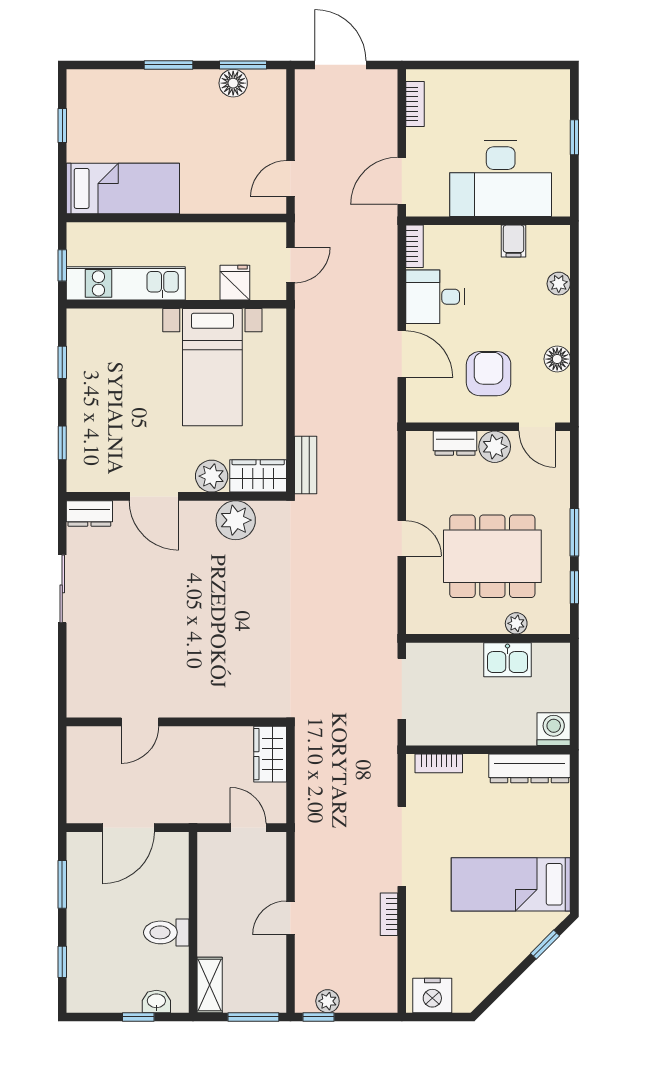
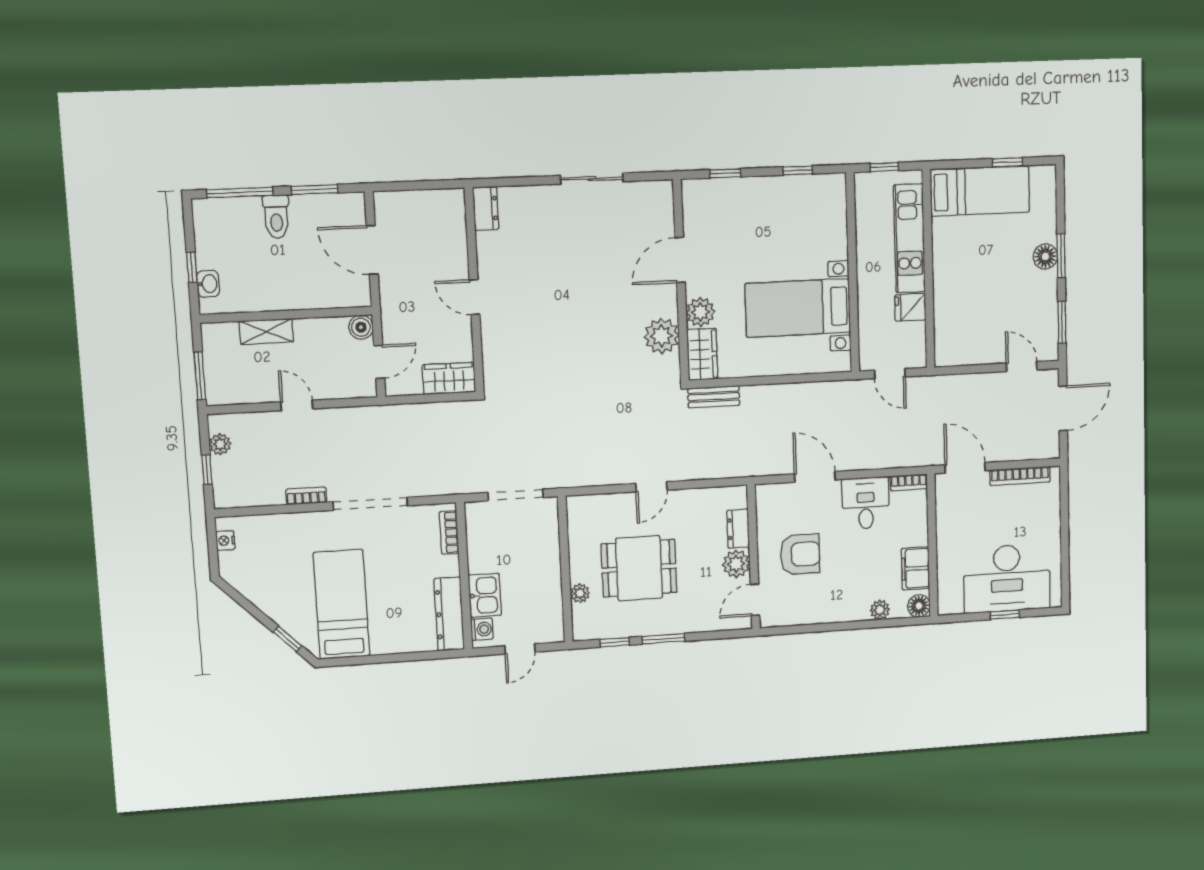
floor lamp: (233, 83) -> (1045, 257), moved
bookcase: (415, 104) -> (1020, 476), width x1.56
door: (290, 179) -> (1022, 367), moved
desk: (501, 179) -> (1007, 578), moved, turned -90
bed: (123, 188) -> (980, 191), moved, turned -90
filing cabinet: (514, 241) -> (915, 568), width x2.00
kitchen unit: (126, 283) -> (909, 238), moved, turned 180
fridge: (235, 283) -> (910, 307), moved, turned 180
door: (402, 354) -> (815, 477), swing flipped
floor lamp: (557, 359) -> (919, 606), moved
dresser: (89, 514) -> (486, 208), moved, turned 180
dining table: (492, 556) -> (639, 568), width x0.73
kitchen sink: (508, 660) -> (485, 595), moved, turned 180
door: (574, 693) -> (520, 649), added
door: (140, 722) -> (474, 297), moved
washing machine: (554, 729) -> (482, 629), width x0.73, depth x0.73
boiler: (210, 845) -> (361, 327), added
toilet: (166, 932) -> (276, 217), moved, turned 180
window: (62, 962) -> (240, 192), width x2.17
shelving: (210, 985) -> (266, 331), moved
nightstand: (432, 995) -> (225, 541), width x0.53, depth x0.56
window: (318, 1017) -> (207, 470), moved

